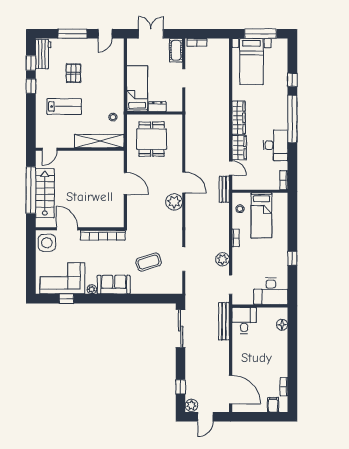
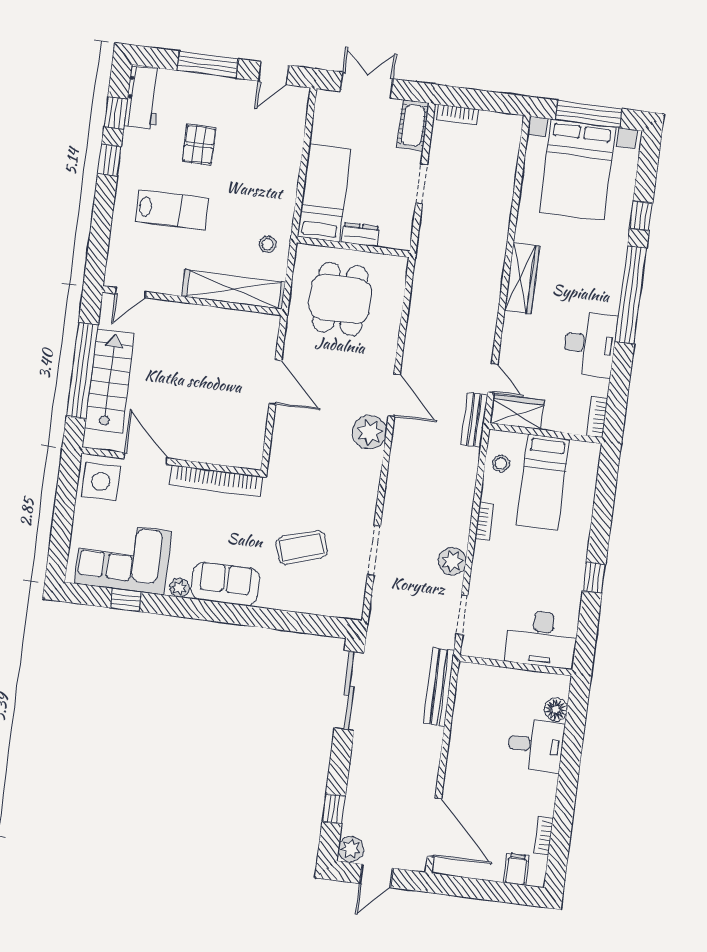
bed with nightstands: (251, 61) -> (577, 170), width x1.36
wardrobe: (239, 148) -> (518, 412), moved, turned -90
desk: (244, 320) -> (536, 745), moved, turned 90

